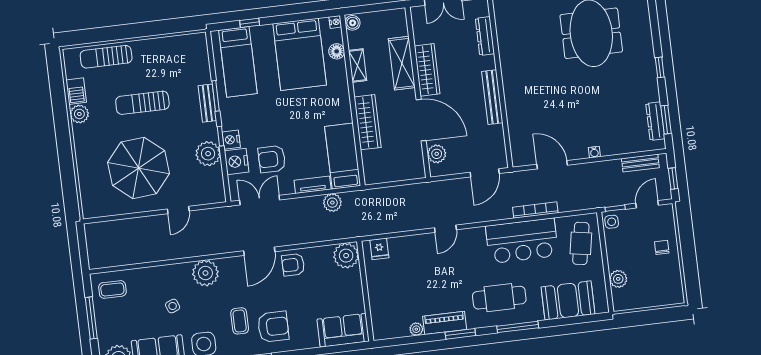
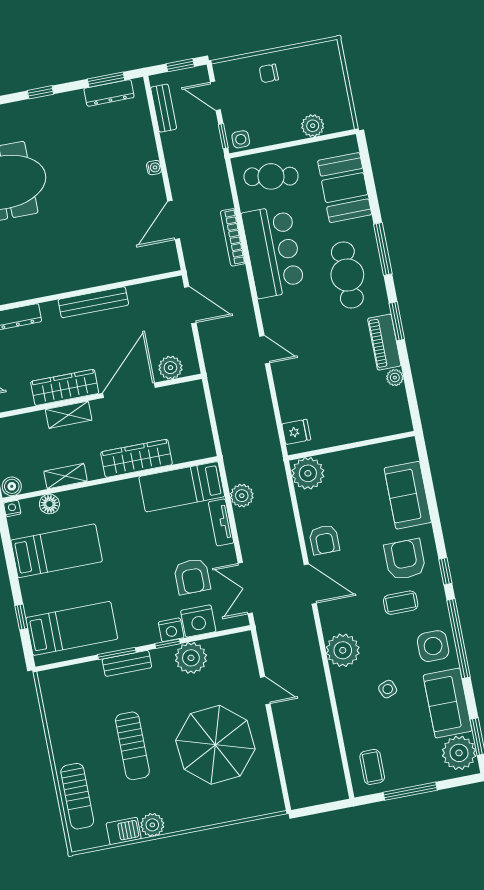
bed: (300, 54) -> (57, 551), width x0.67
shelving: (402, 63) -> (69, 415), width x0.67, depth x0.75
sofa: (343, 330) -> (408, 495), moved

